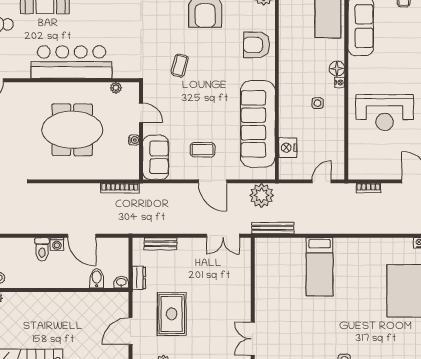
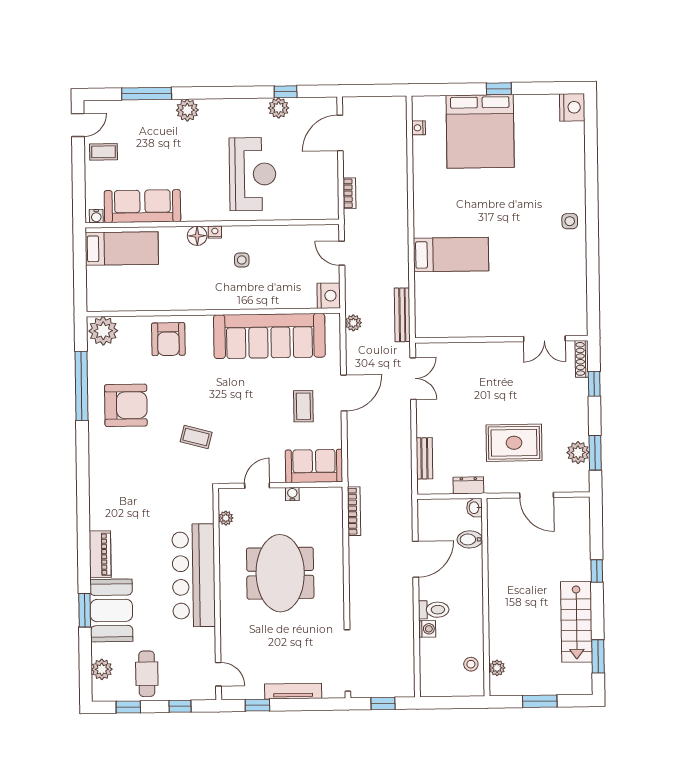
nightstand: (288, 148) -> (329, 296), moved, turned -90
plant: (262, 195) -> (353, 323), width x0.53, depth x0.53
washing machine: (57, 244) -> (427, 629), moved

